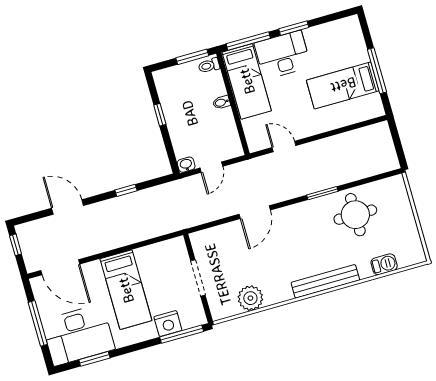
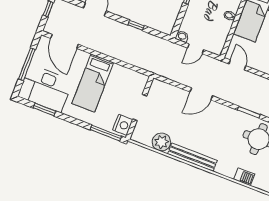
door: (284, 147) -> (237, 65), moved
barbecue: (384, 264) -> (244, 177), moved
bench: (325, 281) -> (192, 157), moved
nightstand: (168, 324) -> (123, 125), moved, turned -90

